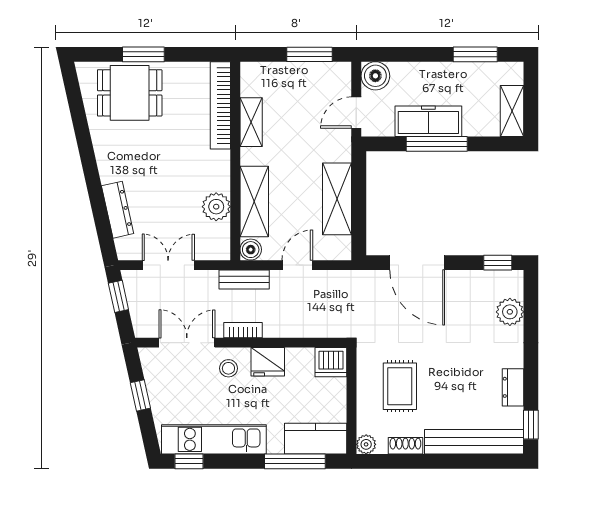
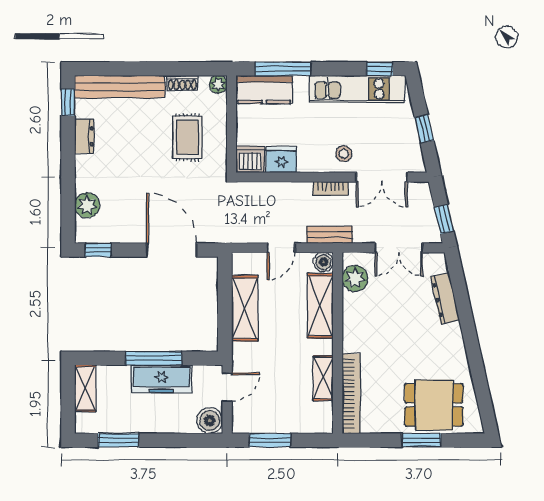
plant: (216, 207) -> (355, 278), moved
fridge: (268, 362) -> (282, 160), moved

